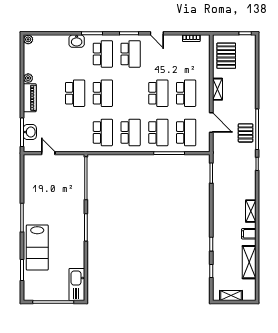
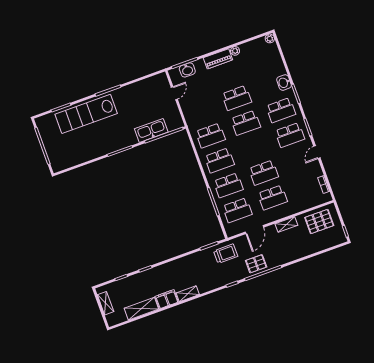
trolley: (225, 159) -> (226, 254), added
filing cabinet: (249, 234) -> (167, 299), width x2.00
lab bench: (37, 247) -> (86, 114), width x1.36
kitchen sink: (77, 285) -> (151, 130), moved

